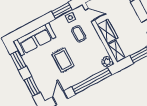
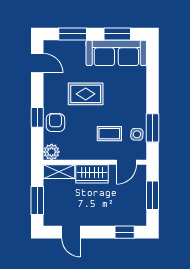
sofa: (35, 39) -> (116, 53), moved, turned -90
armchair: (89, 69) -> (55, 123), added
window: (92, 81) -> (37, 117), width x0.32

